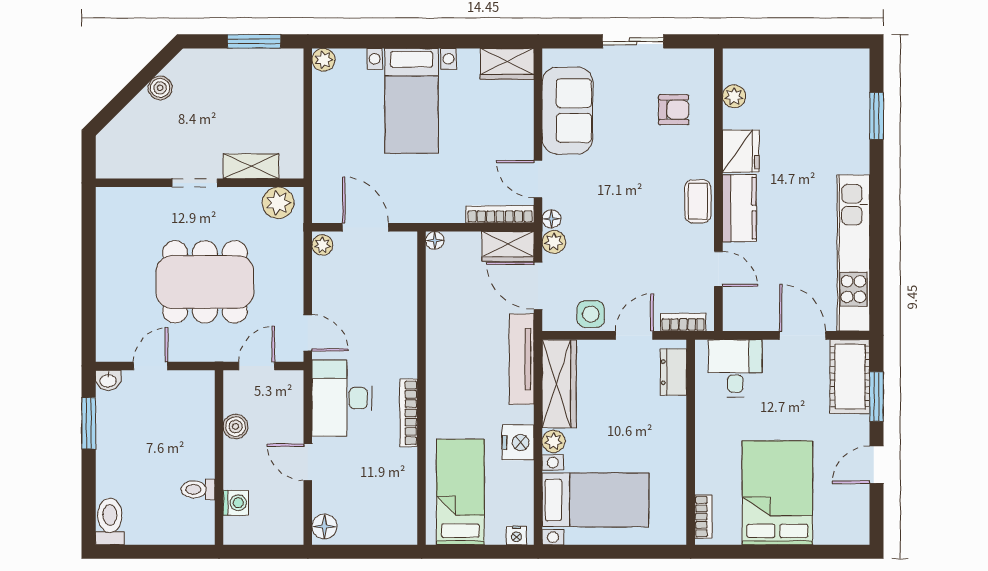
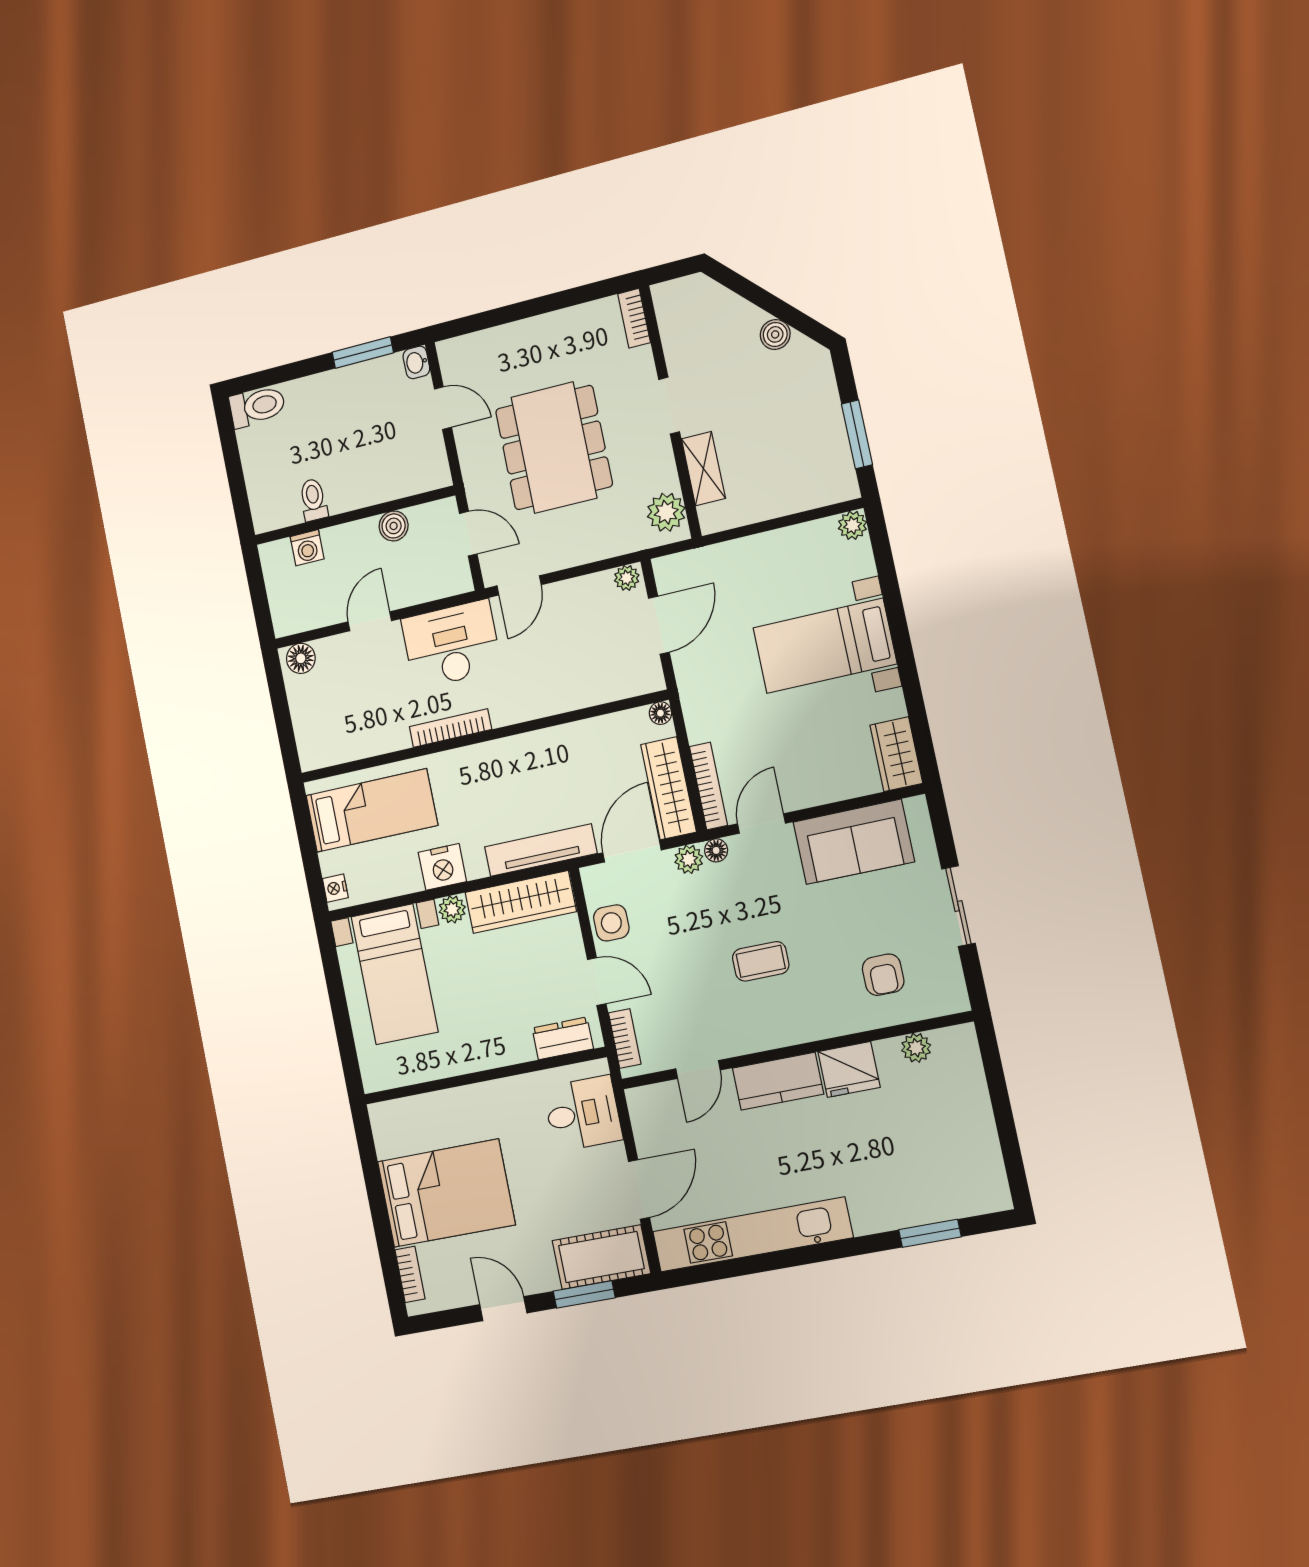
bookcase: (118, 196) -> (634, 318), added
coffee table: (698, 201) -> (761, 961), moved
wardrobe: (508, 246) -> (668, 788), width x1.50
bookcase: (703, 517) -> (410, 1274), moved, turned -90

